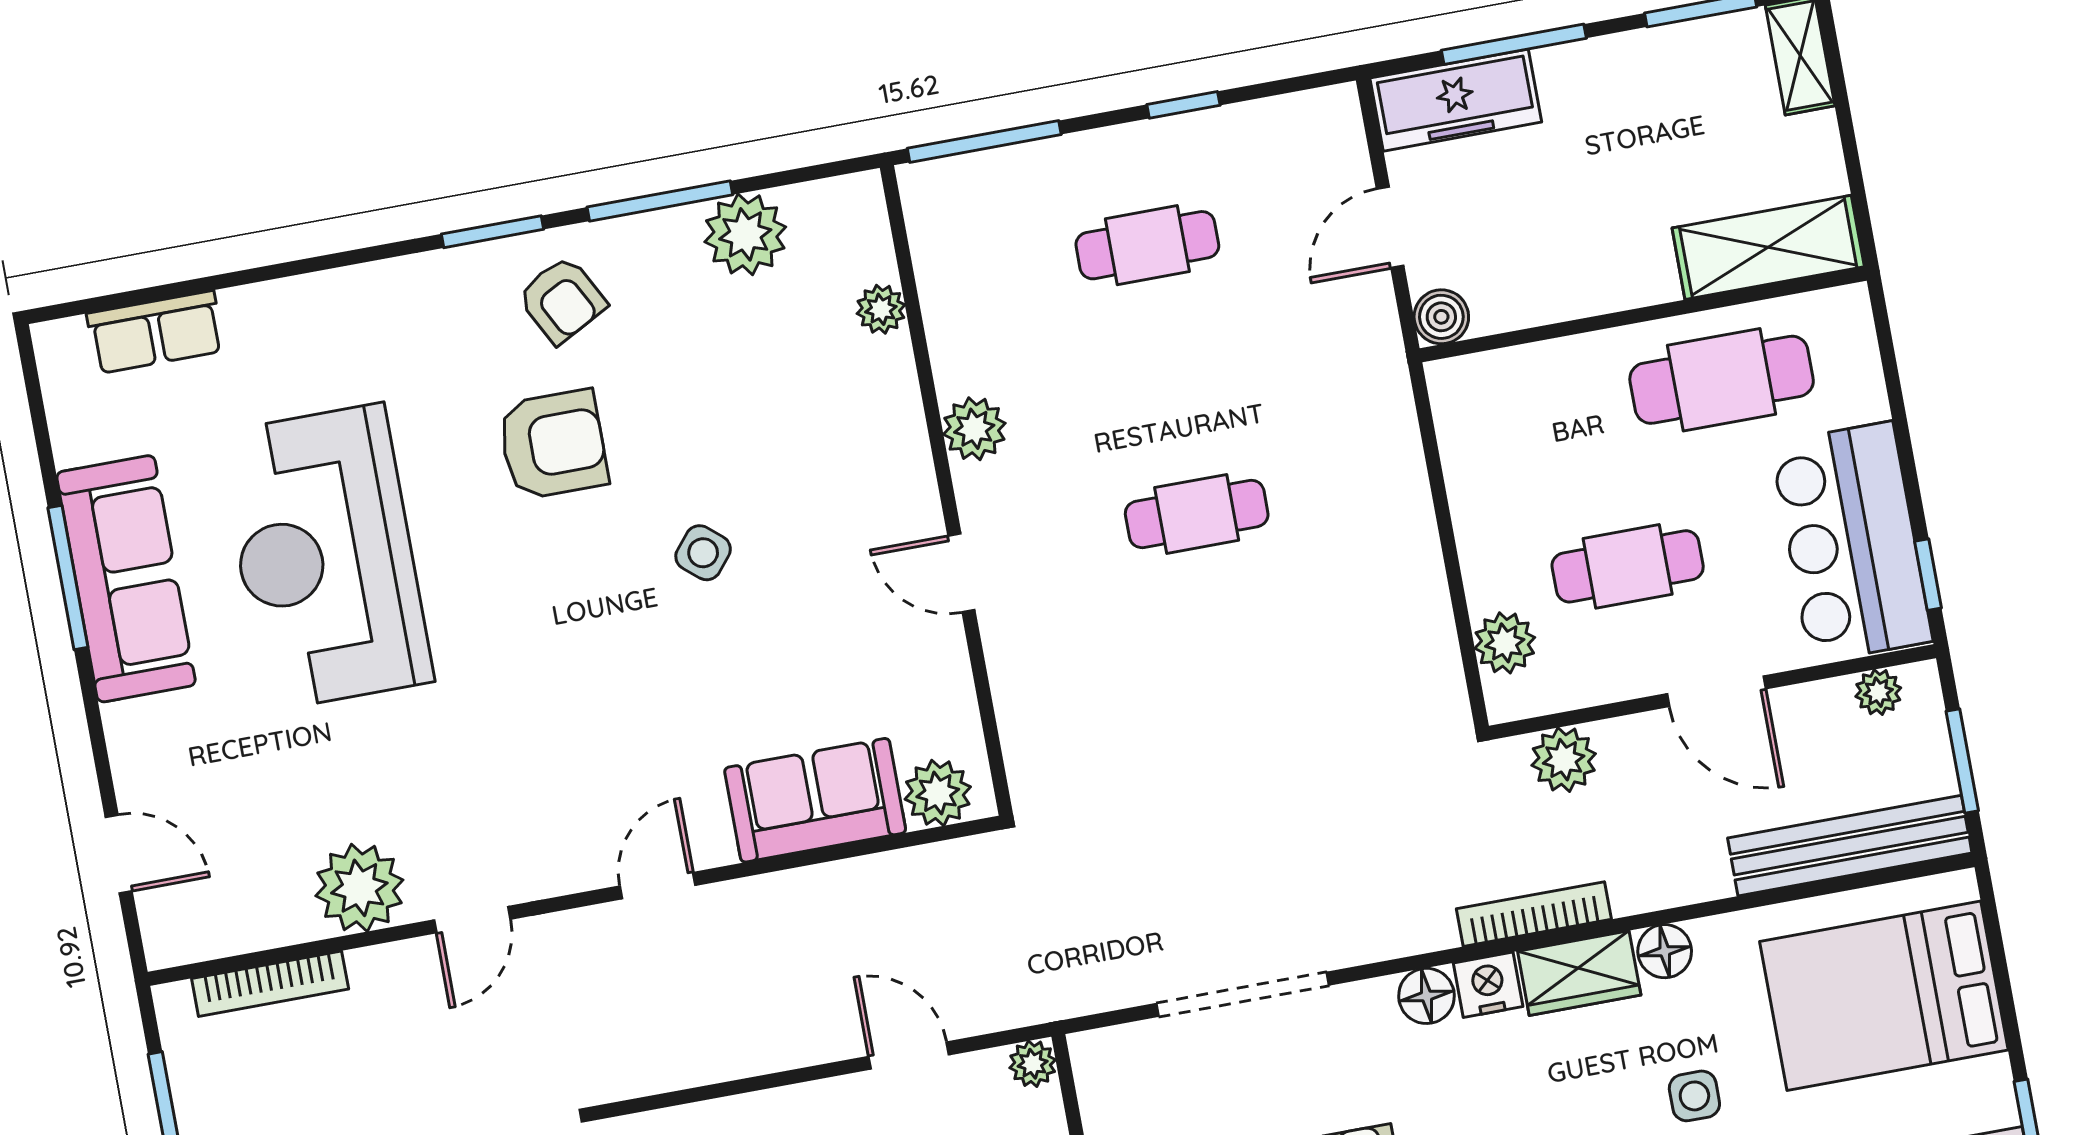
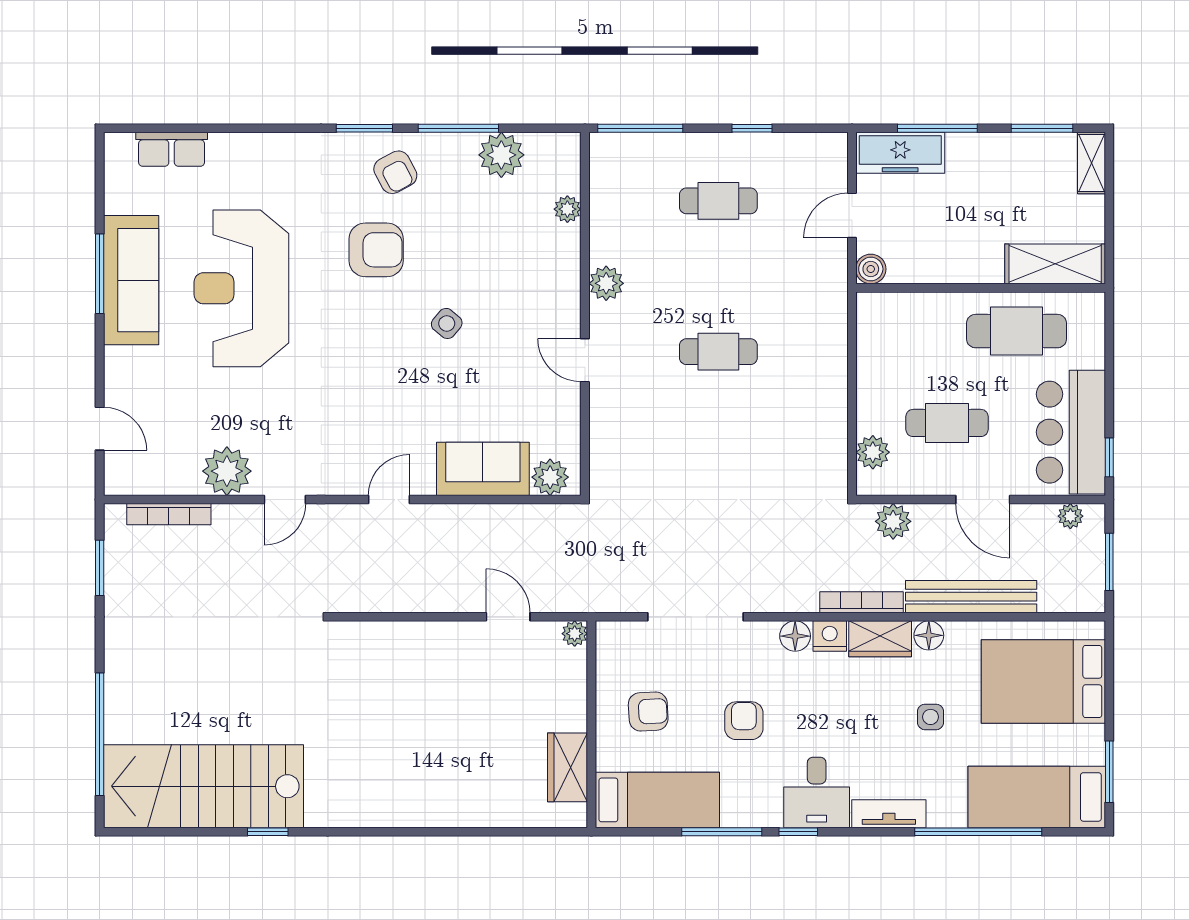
bench: (1850, 846) -> (971, 597), moved

